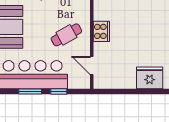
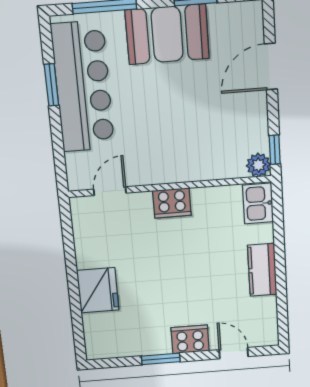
cafe table: (66, 35) -> (161, 143), removed
window: (59, 91) -> (57, 137), removed

